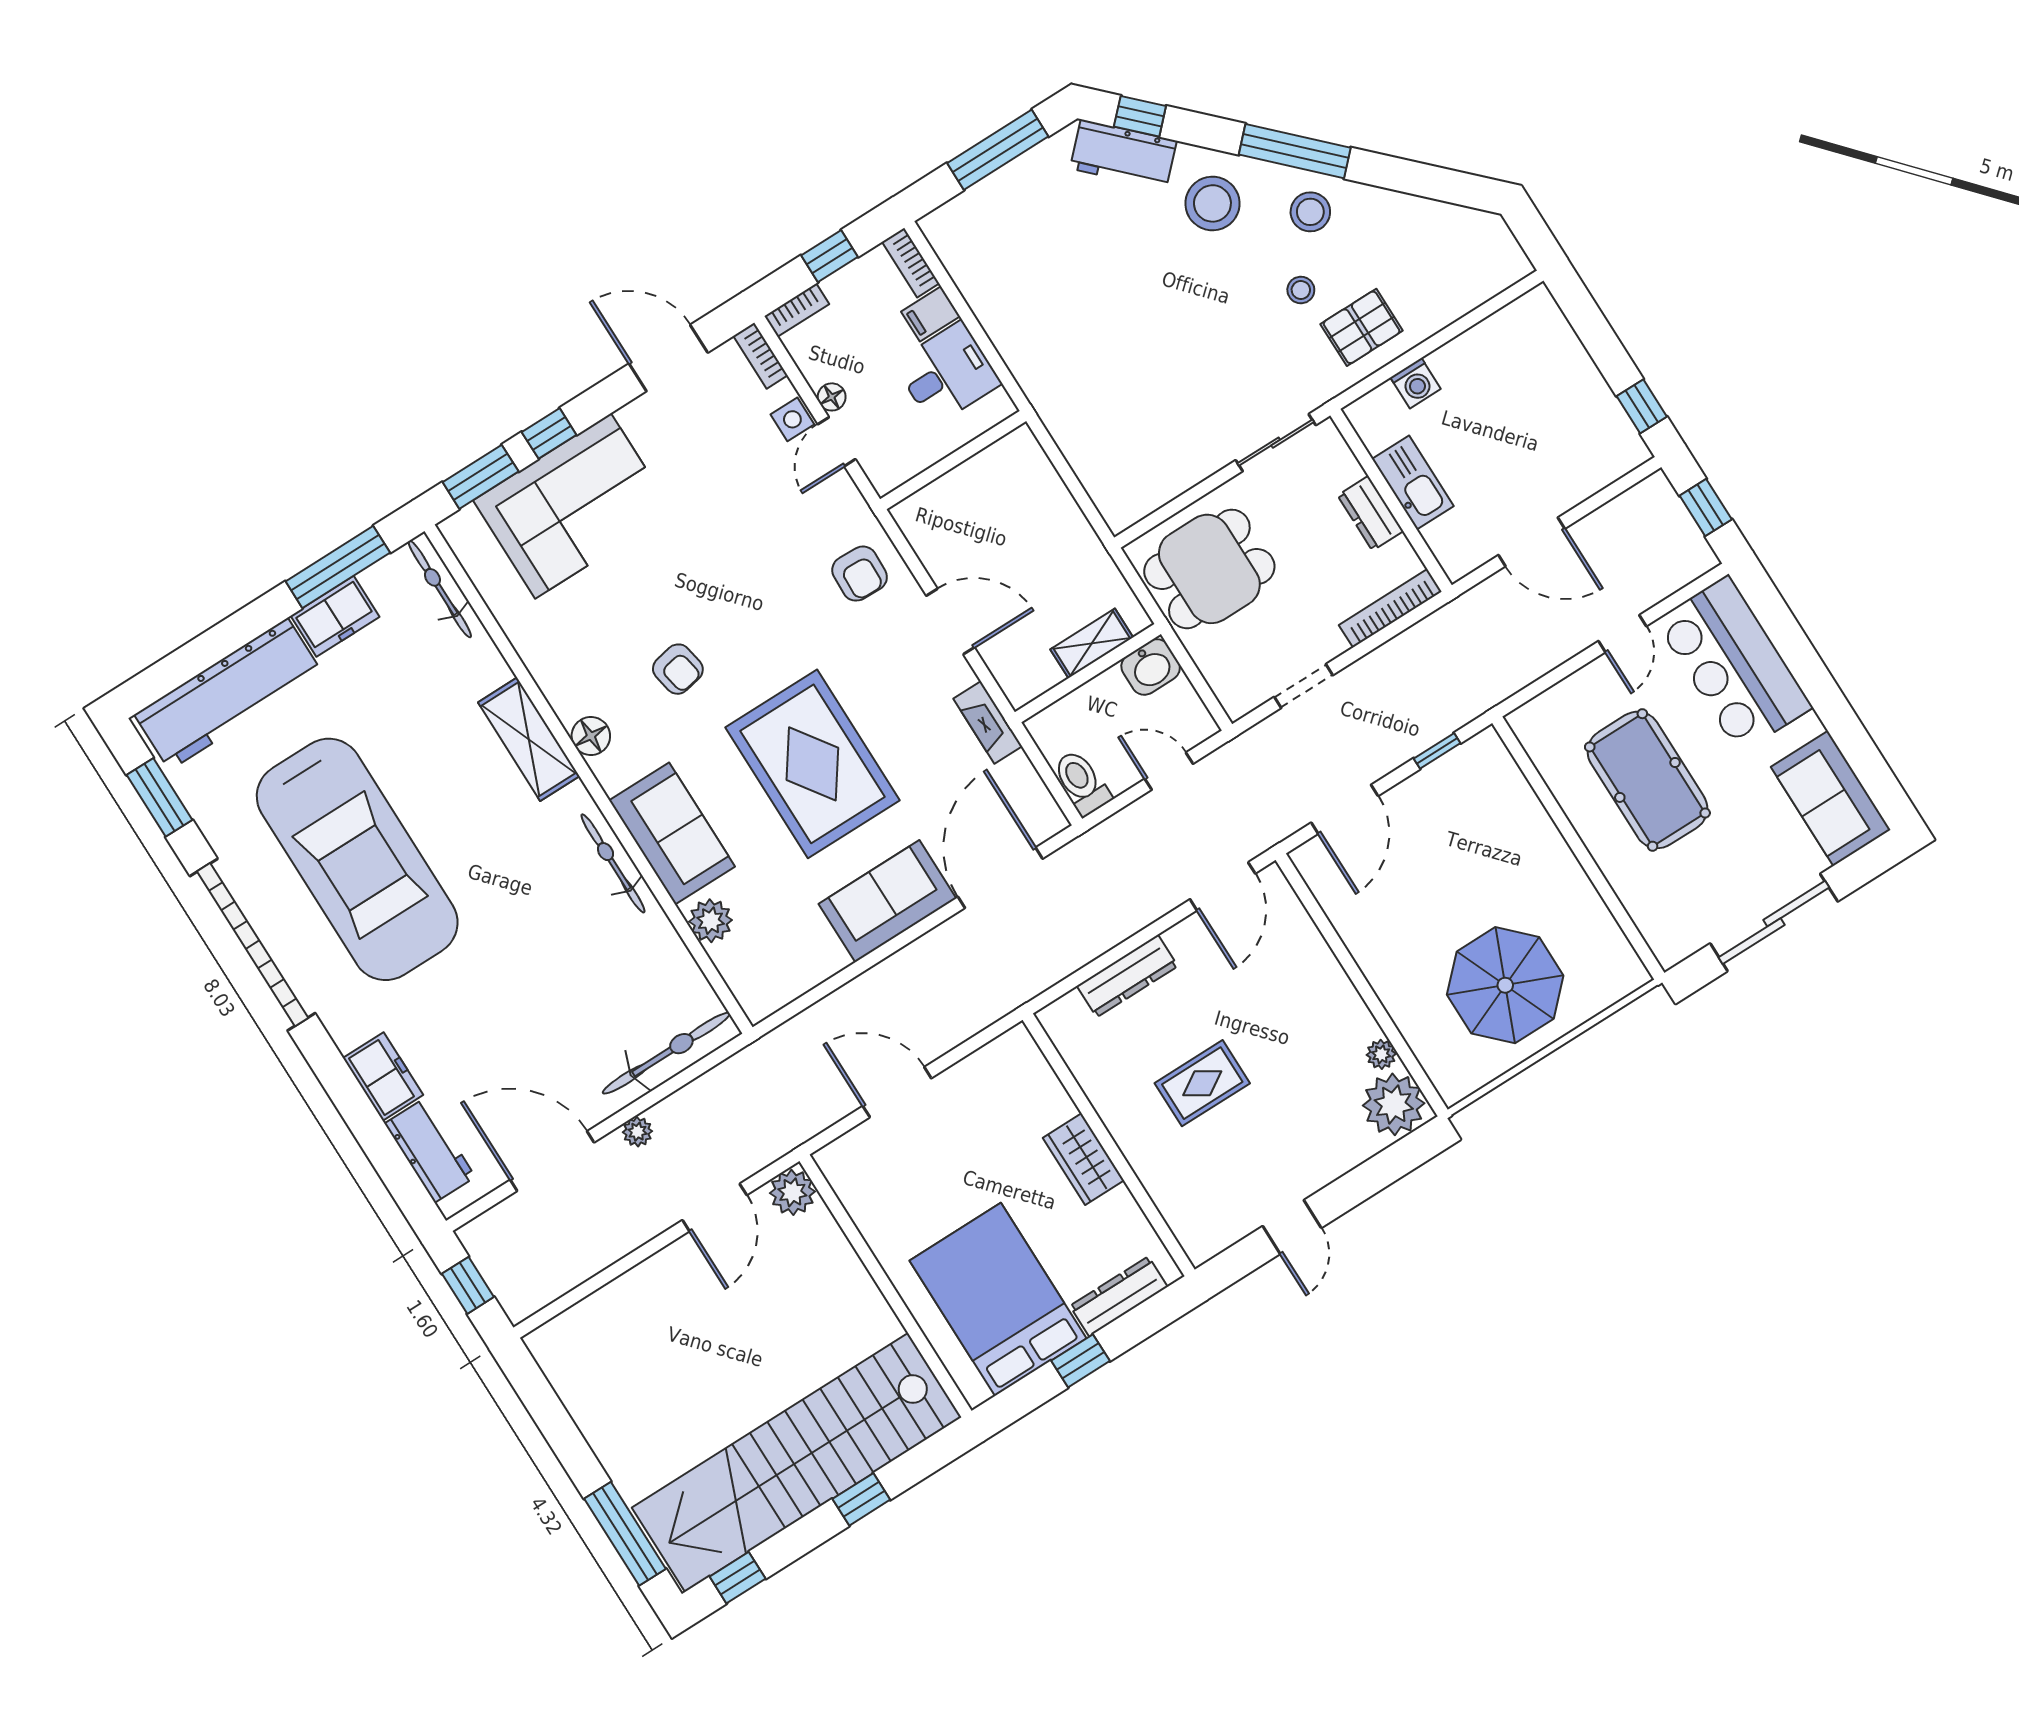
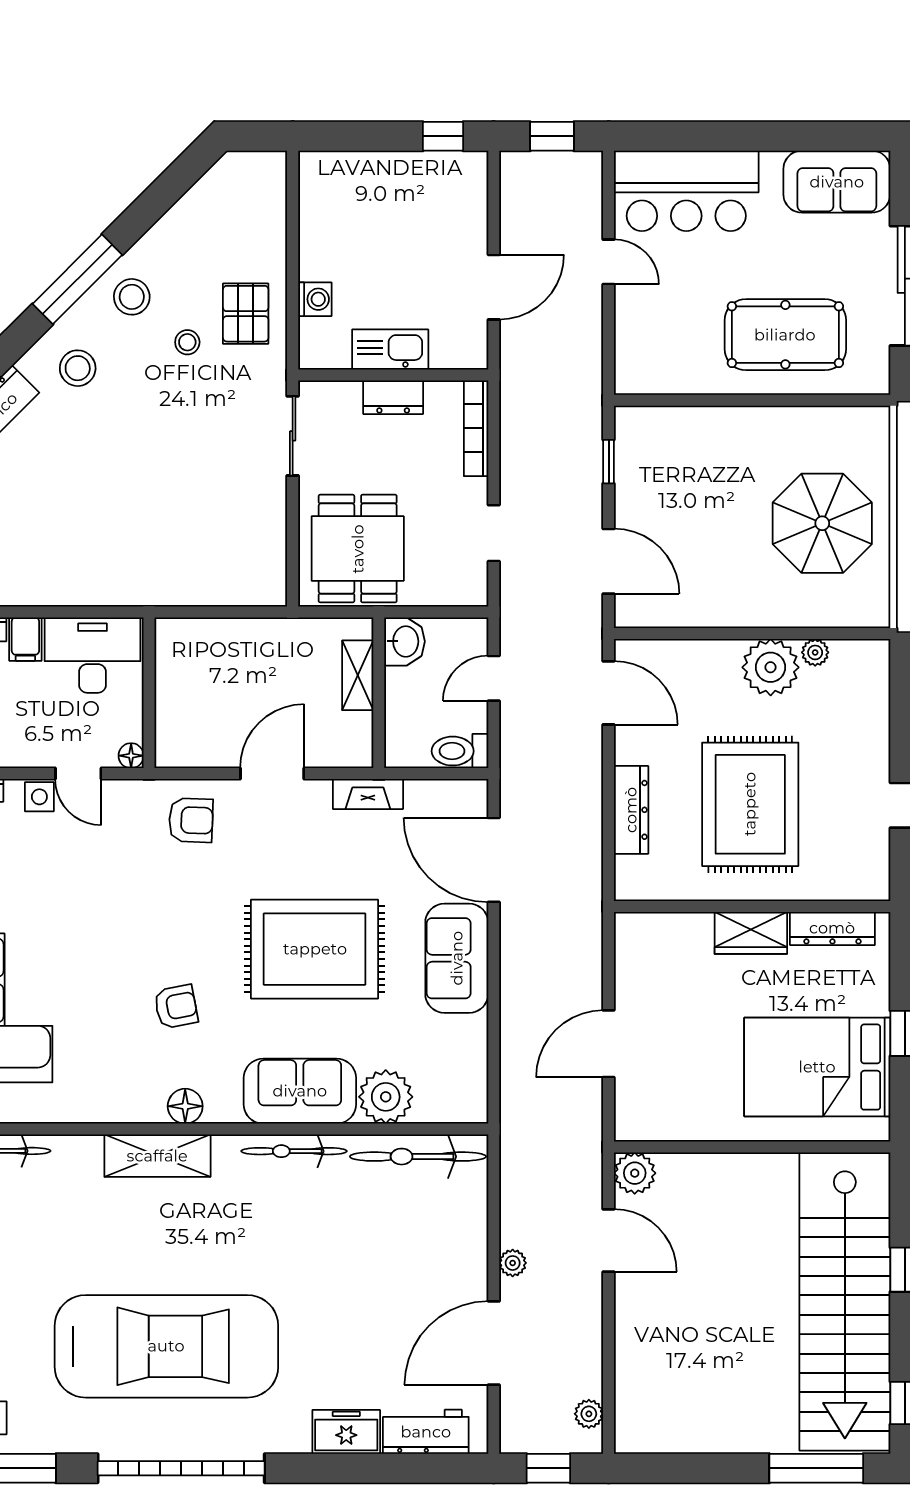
stool: (1212, 203) -> (78, 368), width x0.73, depth x0.73
desk: (947, 373) -> (92, 655), width x1.37
floor lamp: (832, 397) -> (131, 756), moved
pool table: (1647, 780) -> (785, 335), moved
plant: (711, 921) -> (386, 1097), width x1.36, depth x1.36
bicycle: (666, 1053) -> (418, 1157), moved, turned -90
rug: (1202, 1083) -> (750, 804), width x1.86, depth x2.06
plant: (1394, 1104) -> (771, 667), moved
plant: (542, 1291) -> (589, 1414), added
dresser: (1119, 1296) -> (832, 928), moved, turned -90

